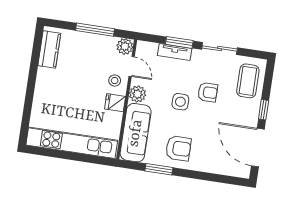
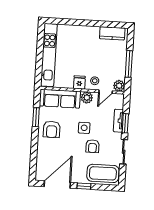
coffee table: (248, 81) -> (103, 173), width x1.36, depth x1.32

